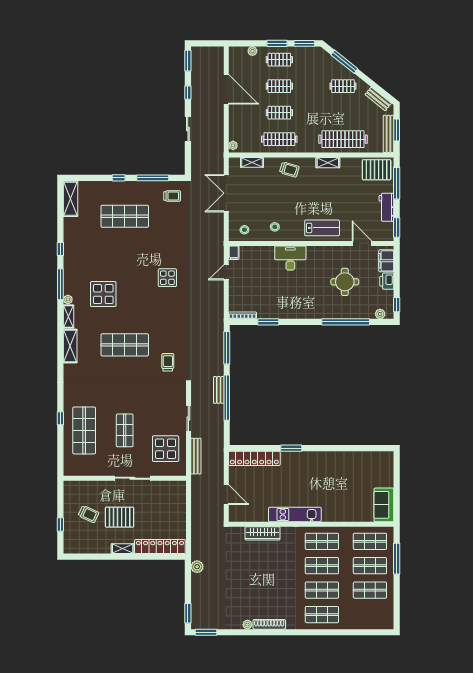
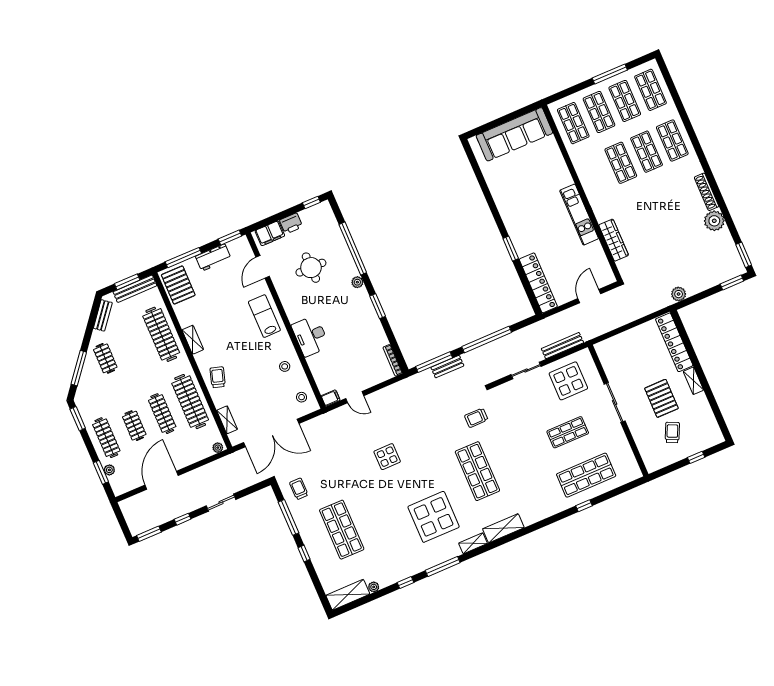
window: (277, 43) -> (101, 472), moved
clothes rail: (279, 60) -> (106, 438), width x1.36
clothes rail: (279, 113) -> (162, 414), width x1.36
clothes rail: (279, 139) -> (190, 402), width x1.37, depth x1.31
double door: (226, 193) -> (271, 433), width x1.36
display table: (103, 294) -> (434, 517), width x1.36, depth x1.36
plant: (68, 299) -> (374, 587), moved
plant: (380, 314) -> (357, 282), moved
window: (268, 322) -> (378, 306), moved
bench: (219, 390) -> (447, 367), moved
sofa: (384, 505) -> (514, 134), width x1.85, depth x1.27
shop shelf: (322, 541) -> (650, 90), moved
window: (397, 559) -> (610, 74), moved
plant: (247, 625) -> (714, 221), width x1.88, depth x1.88

